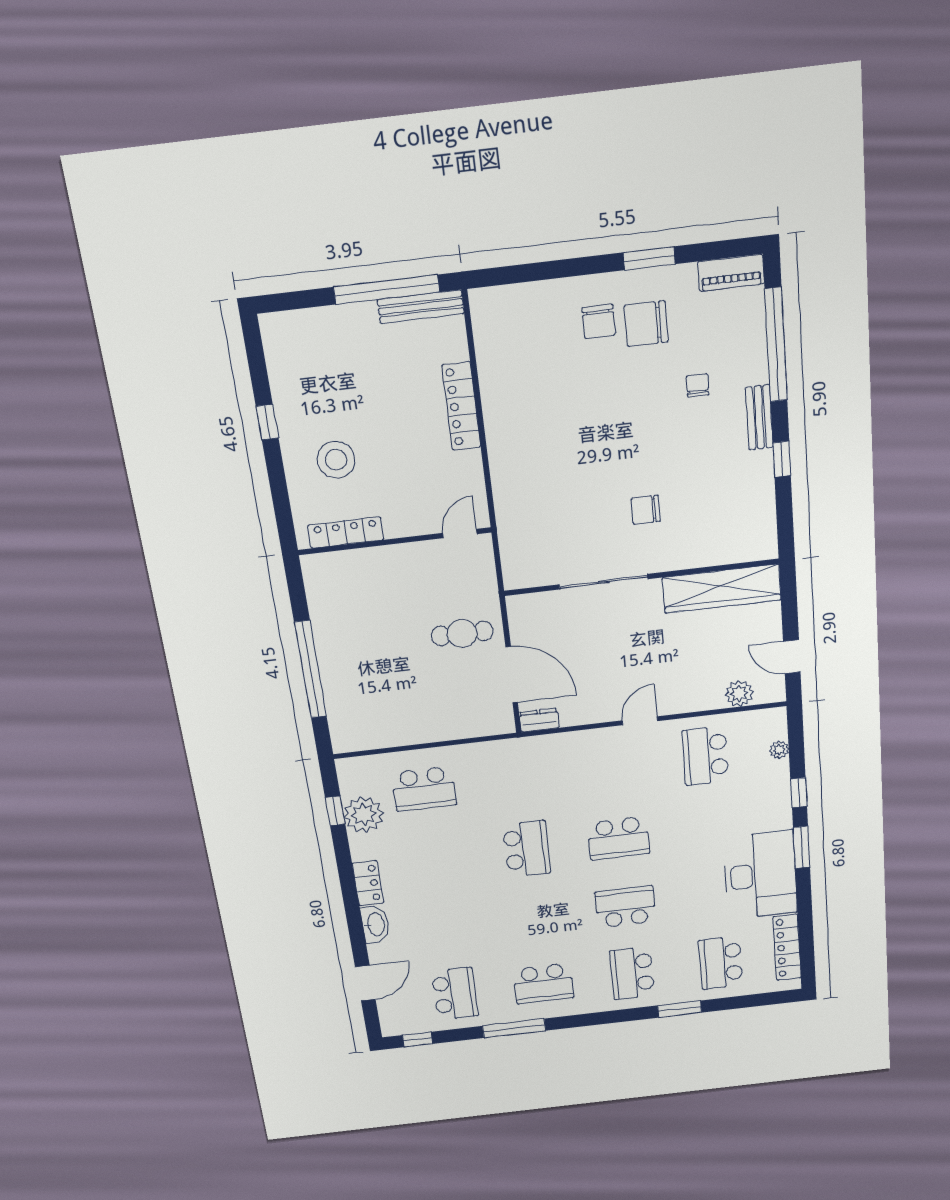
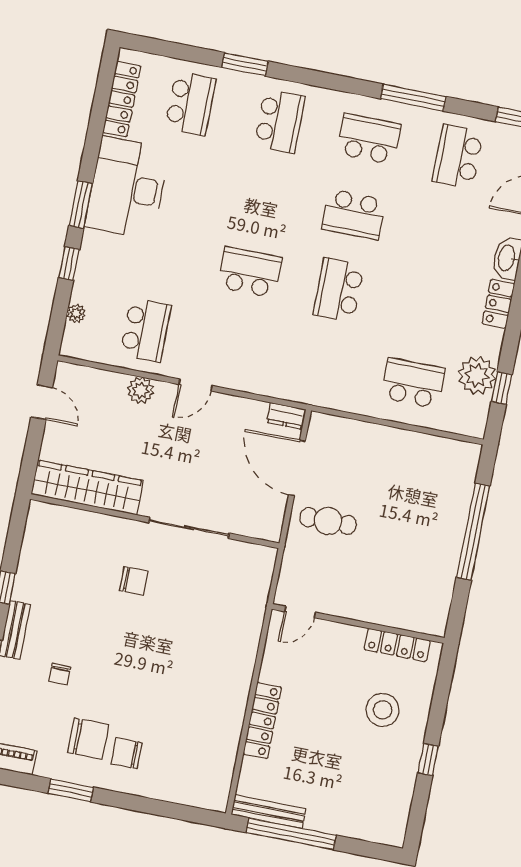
chair: (599, 321) -> (127, 753), turned -90
plant: (739, 694) -> (141, 390), moved
school desk: (625, 907) -> (354, 214), moved

